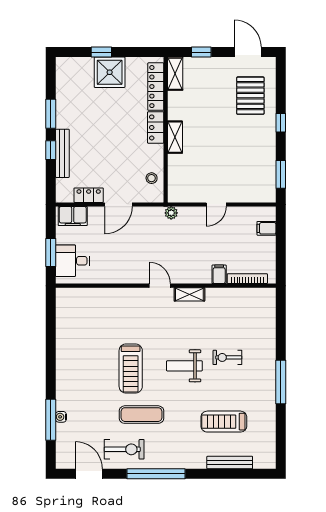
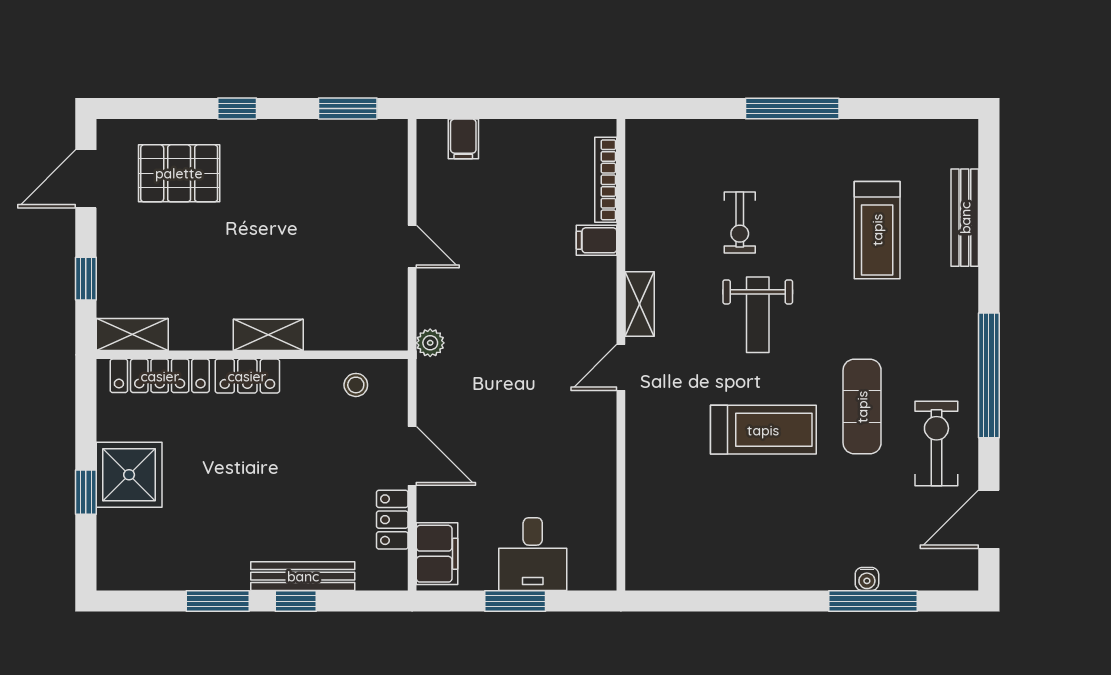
filing cabinet: (219, 274) -> (597, 240), moved
bookcase: (247, 279) -> (606, 180), moved
door: (160, 286) -> (621, 367), moved
wall: (166, 286) -> (621, 355), moved
shelving: (189, 294) -> (640, 304), moved

